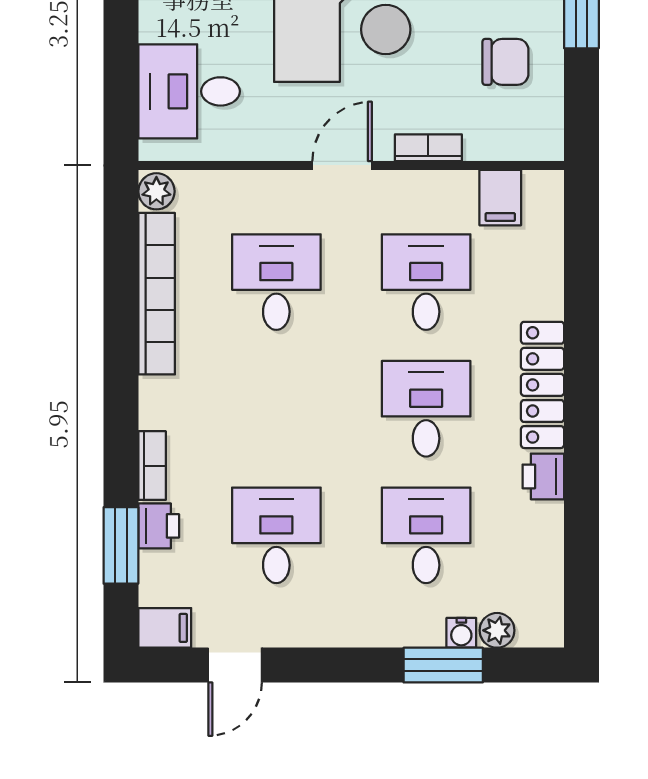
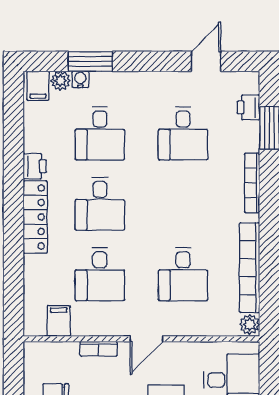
bookcase: (152, 466) -> (252, 183), width x1.56
printer: (159, 526) -> (248, 107), moved
filing cabinet: (165, 628) -> (38, 86), moved, turned -90

